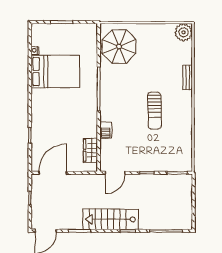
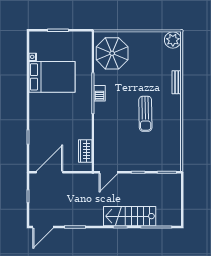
barbecue: (106, 130) -> (100, 93), moved
stairs: (111, 219) -> (130, 216), moved

